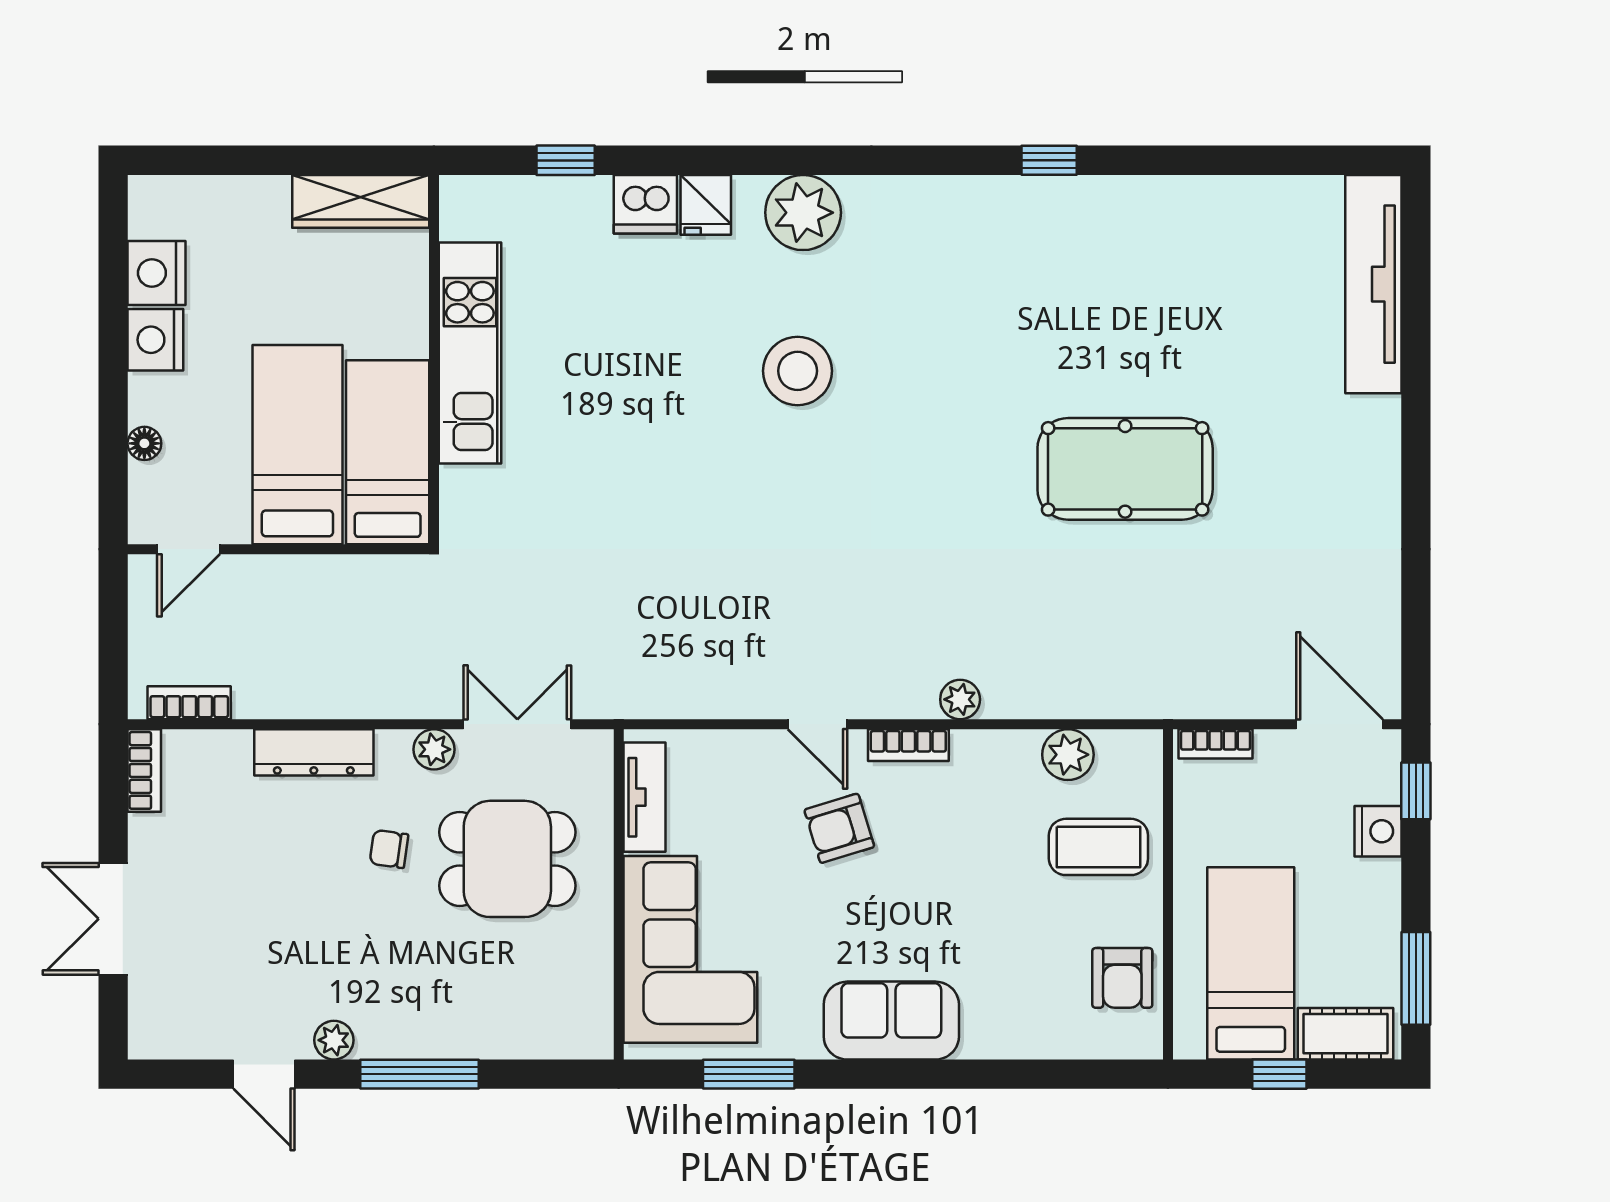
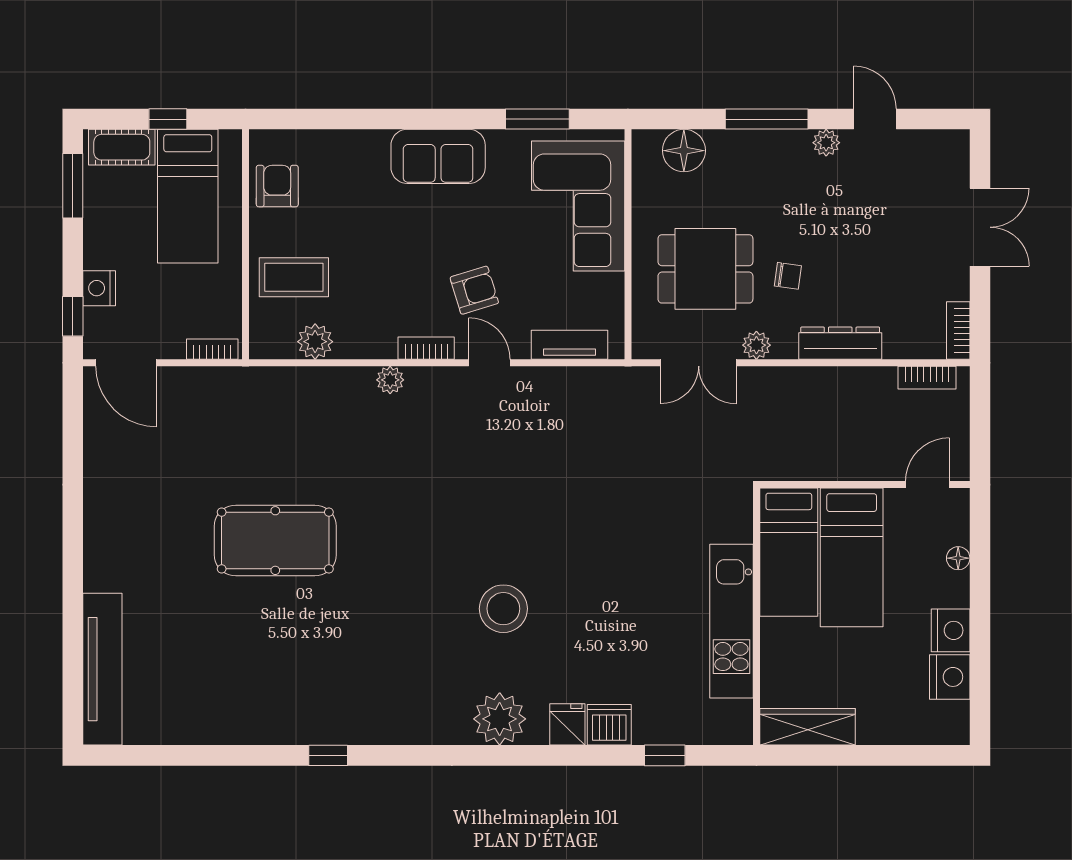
tv unit: (644, 797) -> (569, 345), moved, turned 90
floor lamp: (538, 1029) -> (684, 151), added

